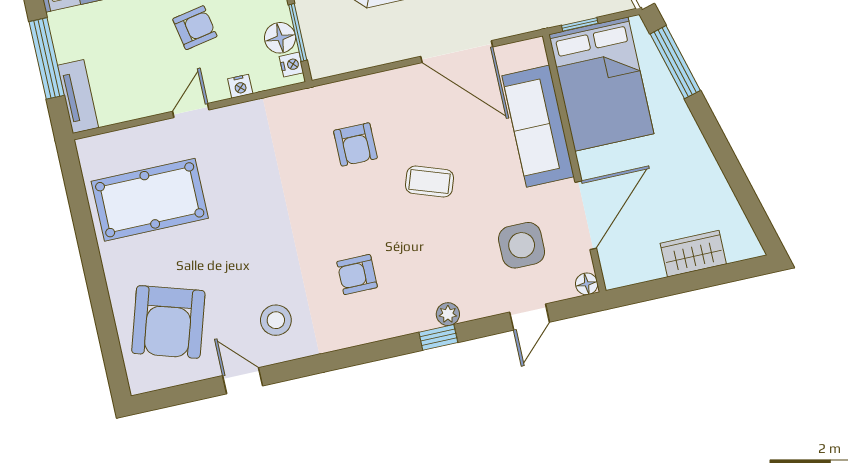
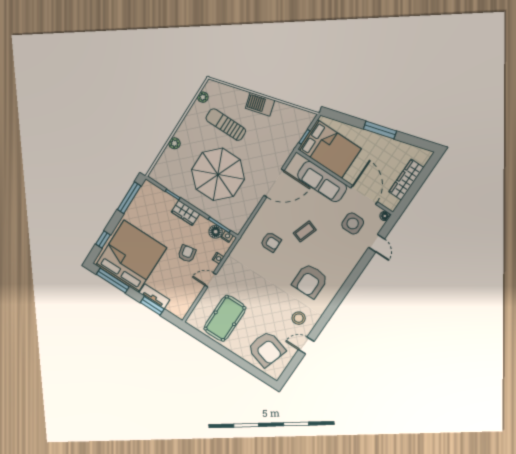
window: (47, 58) -> (152, 306), width x0.69
window: (675, 62) -> (380, 130), moved
tv unit: (78, 97) -> (154, 296), moved
door: (191, 111) -> (211, 280), hinge flipped
wardrobe: (693, 254) -> (406, 180), width x1.50
armchair: (357, 275) -> (310, 281), width x1.88, depth x1.88
plant: (448, 314) -> (350, 266), removed
window: (438, 337) -> (354, 276), removed

